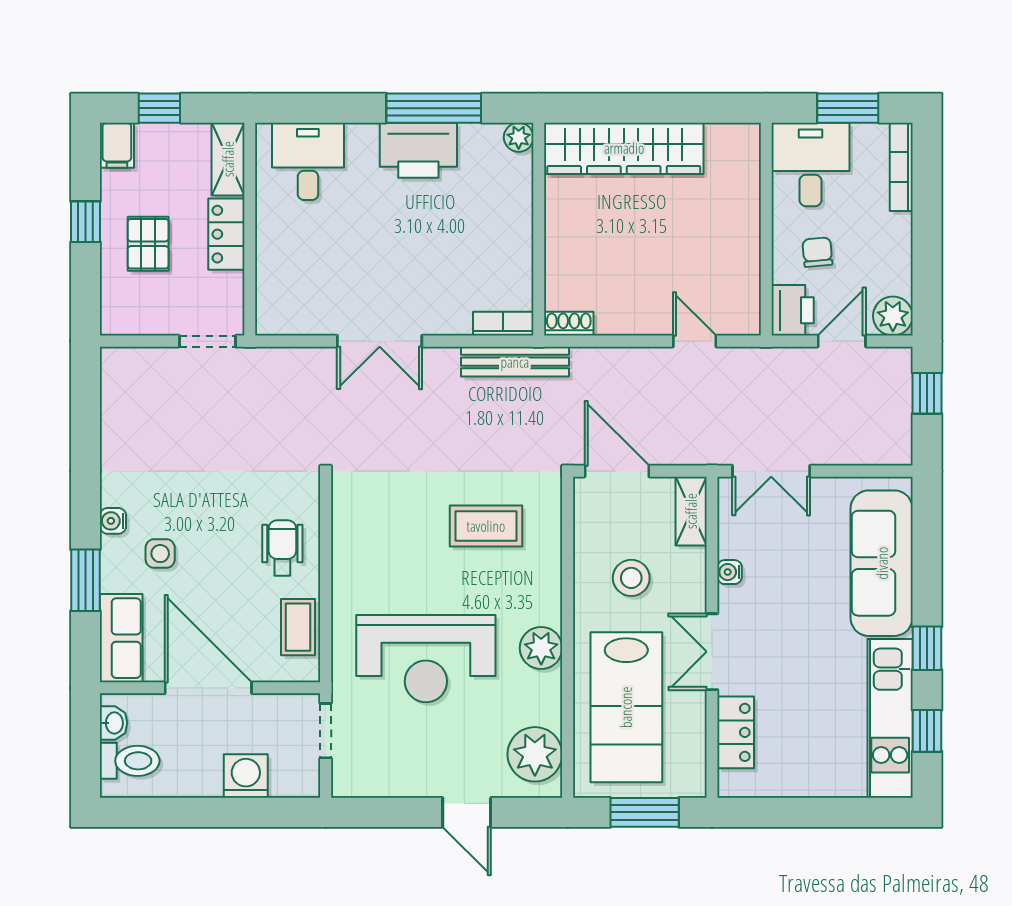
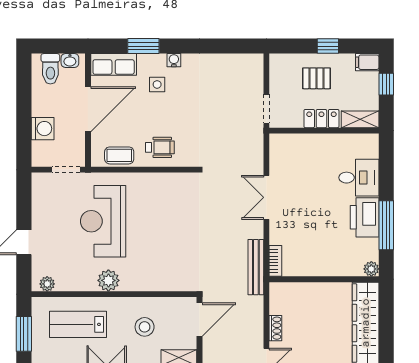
desk: (308, 161) -> (359, 178), moved
shoe rack: (569, 324) -> (275, 328), moved
coffee table: (486, 526) -> (171, 252), removed
lab bench: (626, 707) -> (78, 324), width x0.73, depth x0.72
plant: (535, 754) -> (47, 284), width x0.53, depth x0.53

